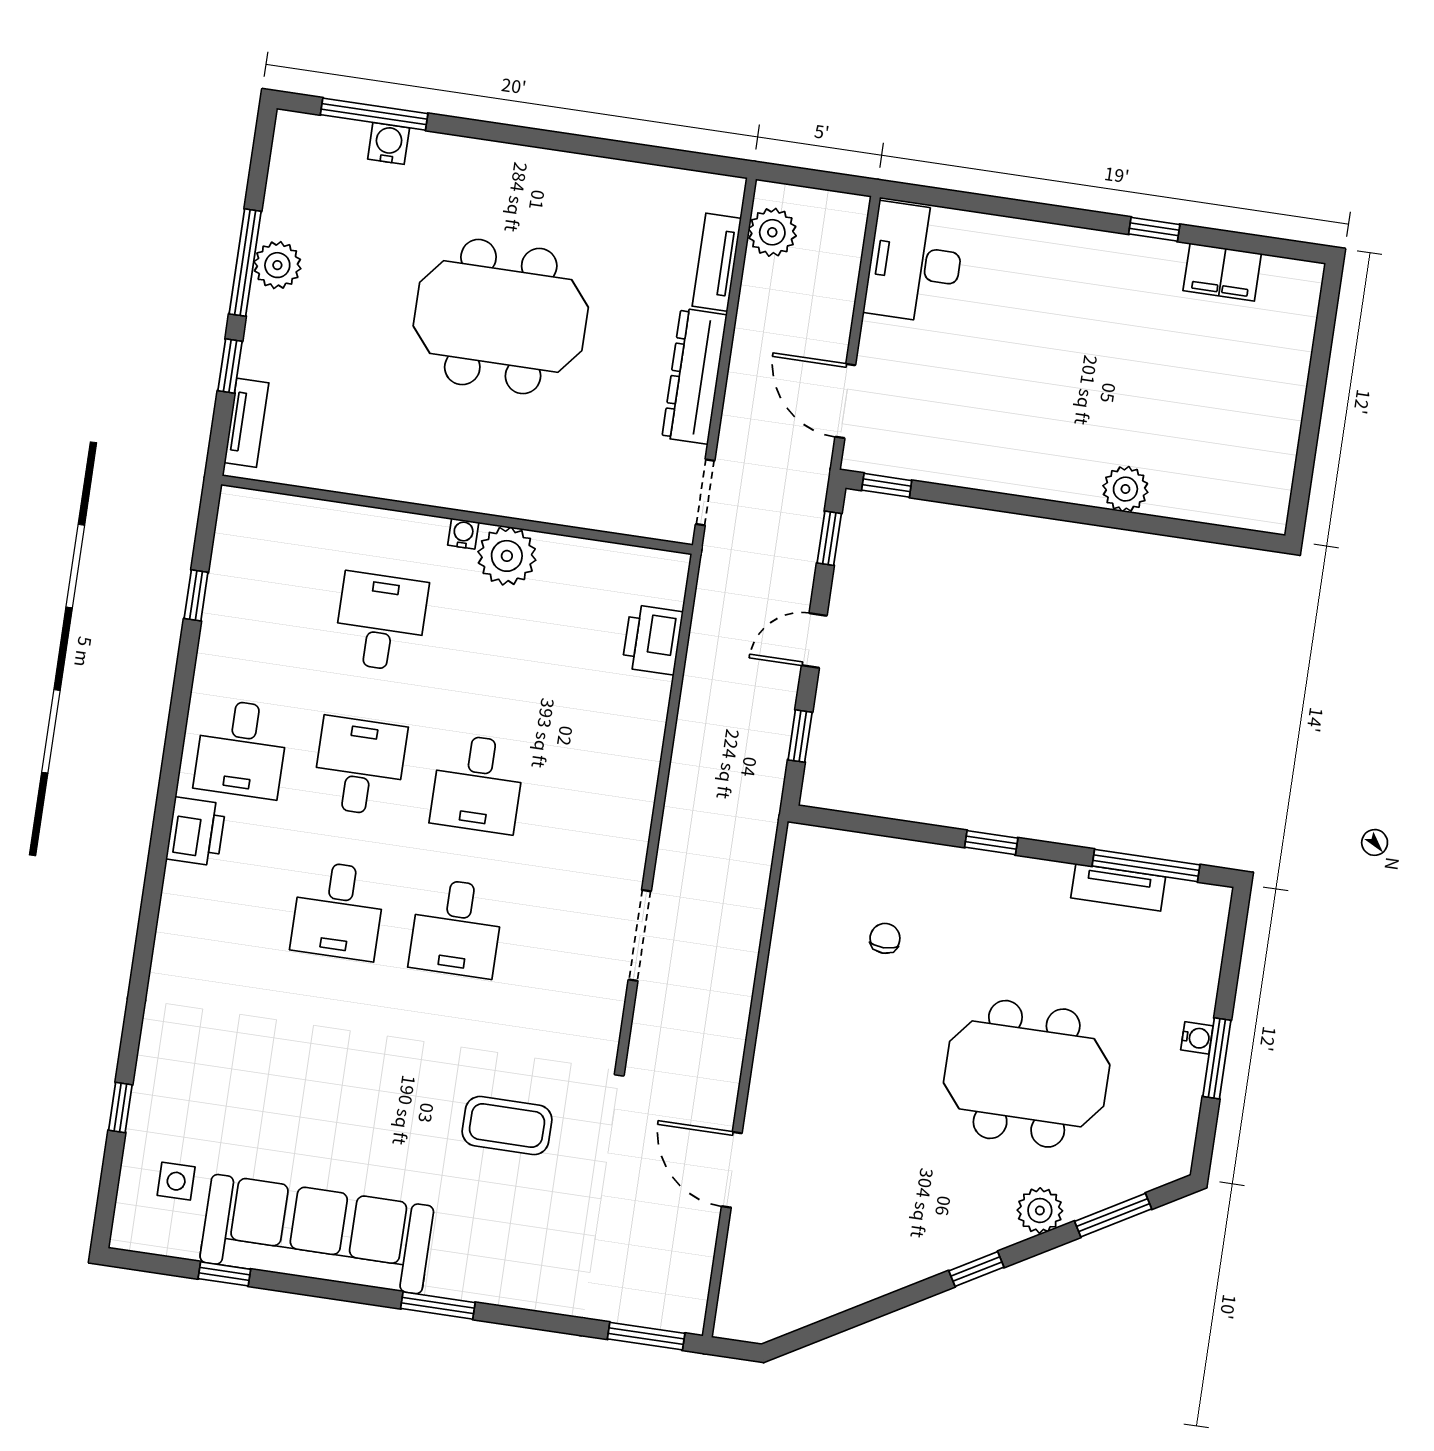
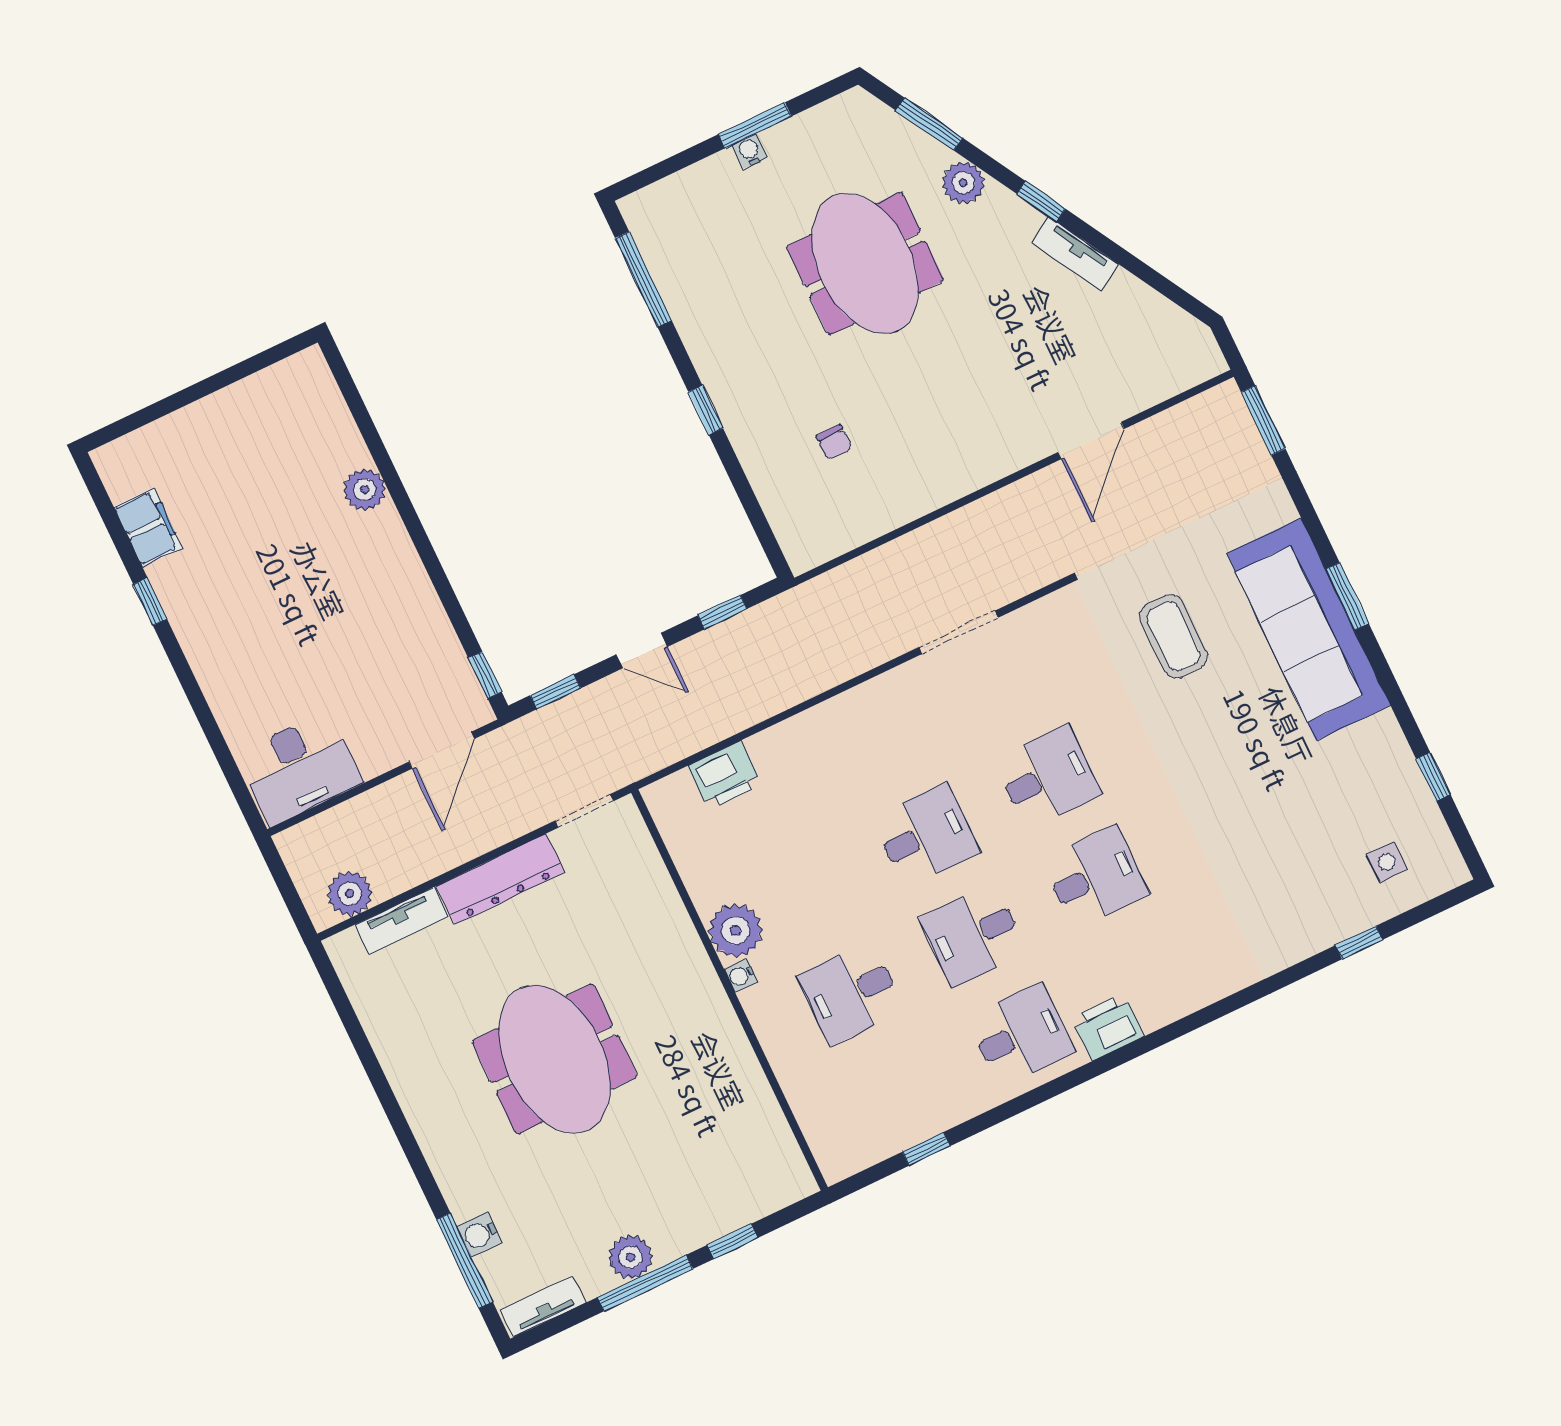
tv unit: (247, 423) -> (543, 1307), moved
tv unit: (1118, 887) -> (1075, 253), moved, turned 150
chair: (885, 938) -> (834, 442), turned -90
sofa: (317, 1234) -> (1309, 629), moved

